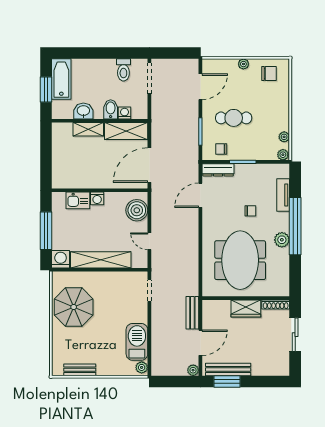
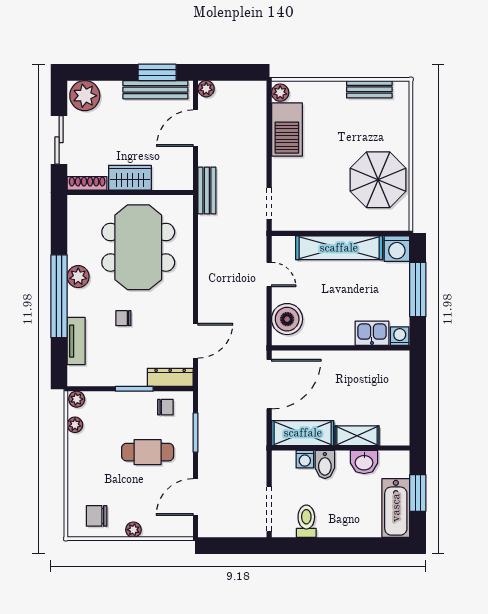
washing machine: (97, 198) -> (400, 336), moved
bench: (192, 313) -> (207, 191), moved
plant: (277, 365) -> (85, 96), added

